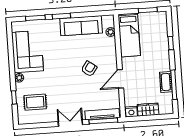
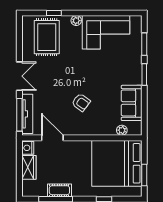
sofa: (81, 26) -> (132, 103), width x0.73
bed: (129, 35) -> (117, 163), width x2.04
door: (120, 79) -> (52, 138), moved
rug: (35, 102) -> (47, 37), width x1.36, depth x1.43

